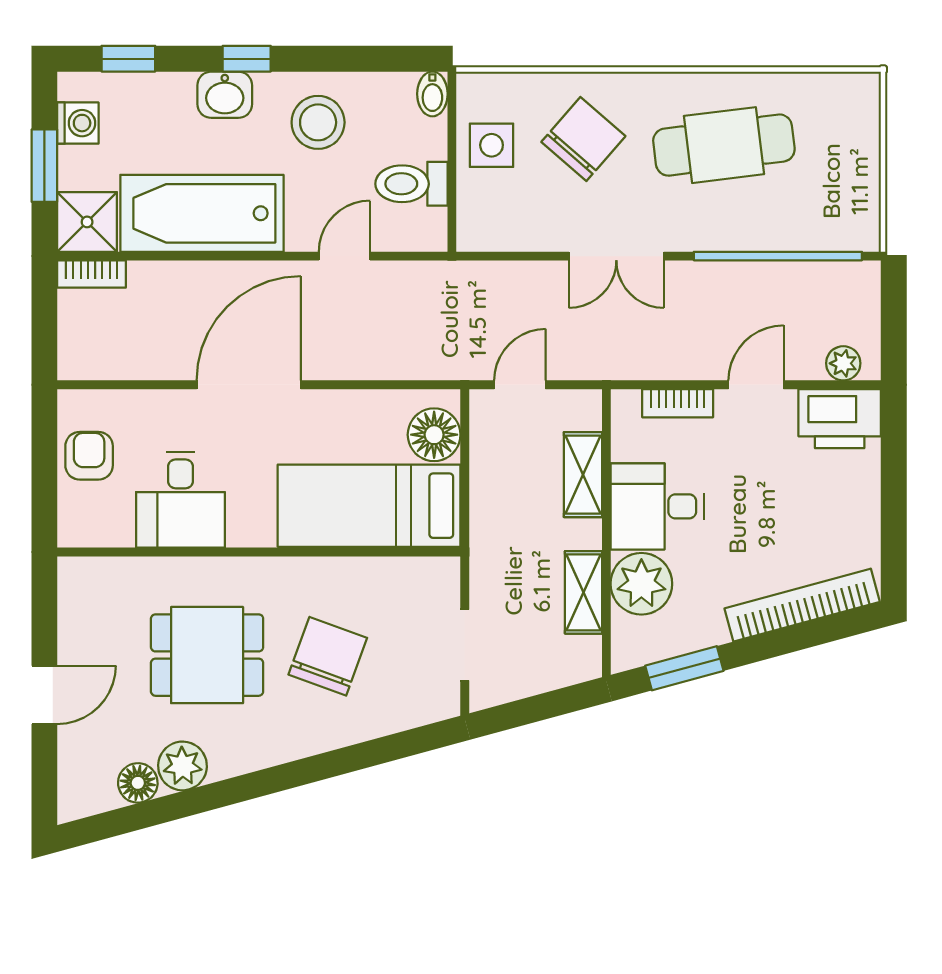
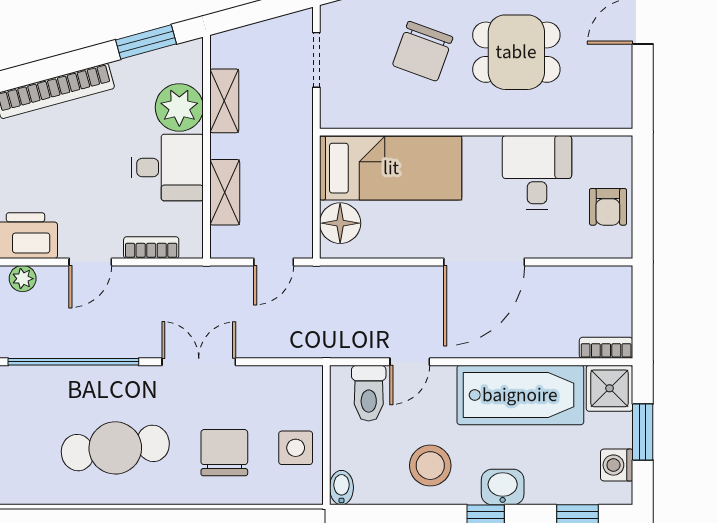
chair: (583, 139) -> (224, 453), turned 139
toilet: (411, 184) -> (369, 393), moved, turned 90

